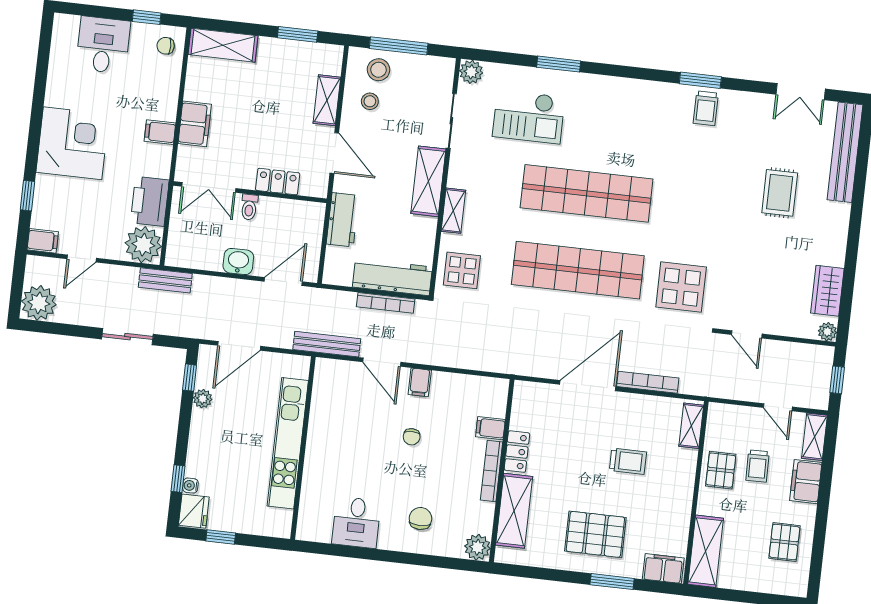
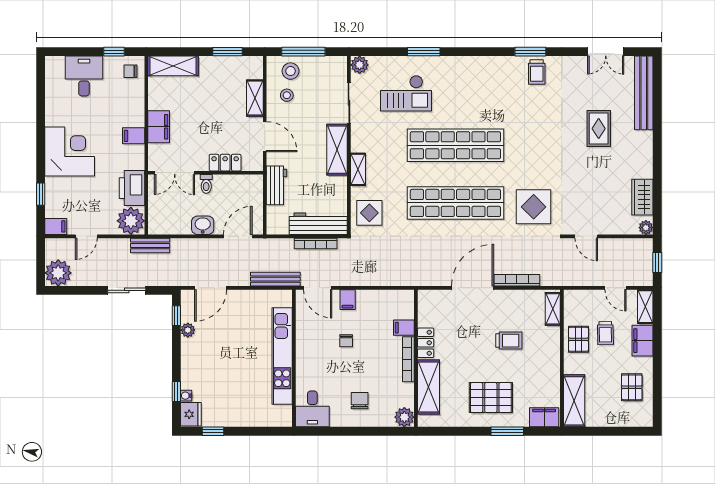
kitchen unit: (288, 443) -> (282, 356), moved
wall: (303, 448) -> (294, 358), moved

